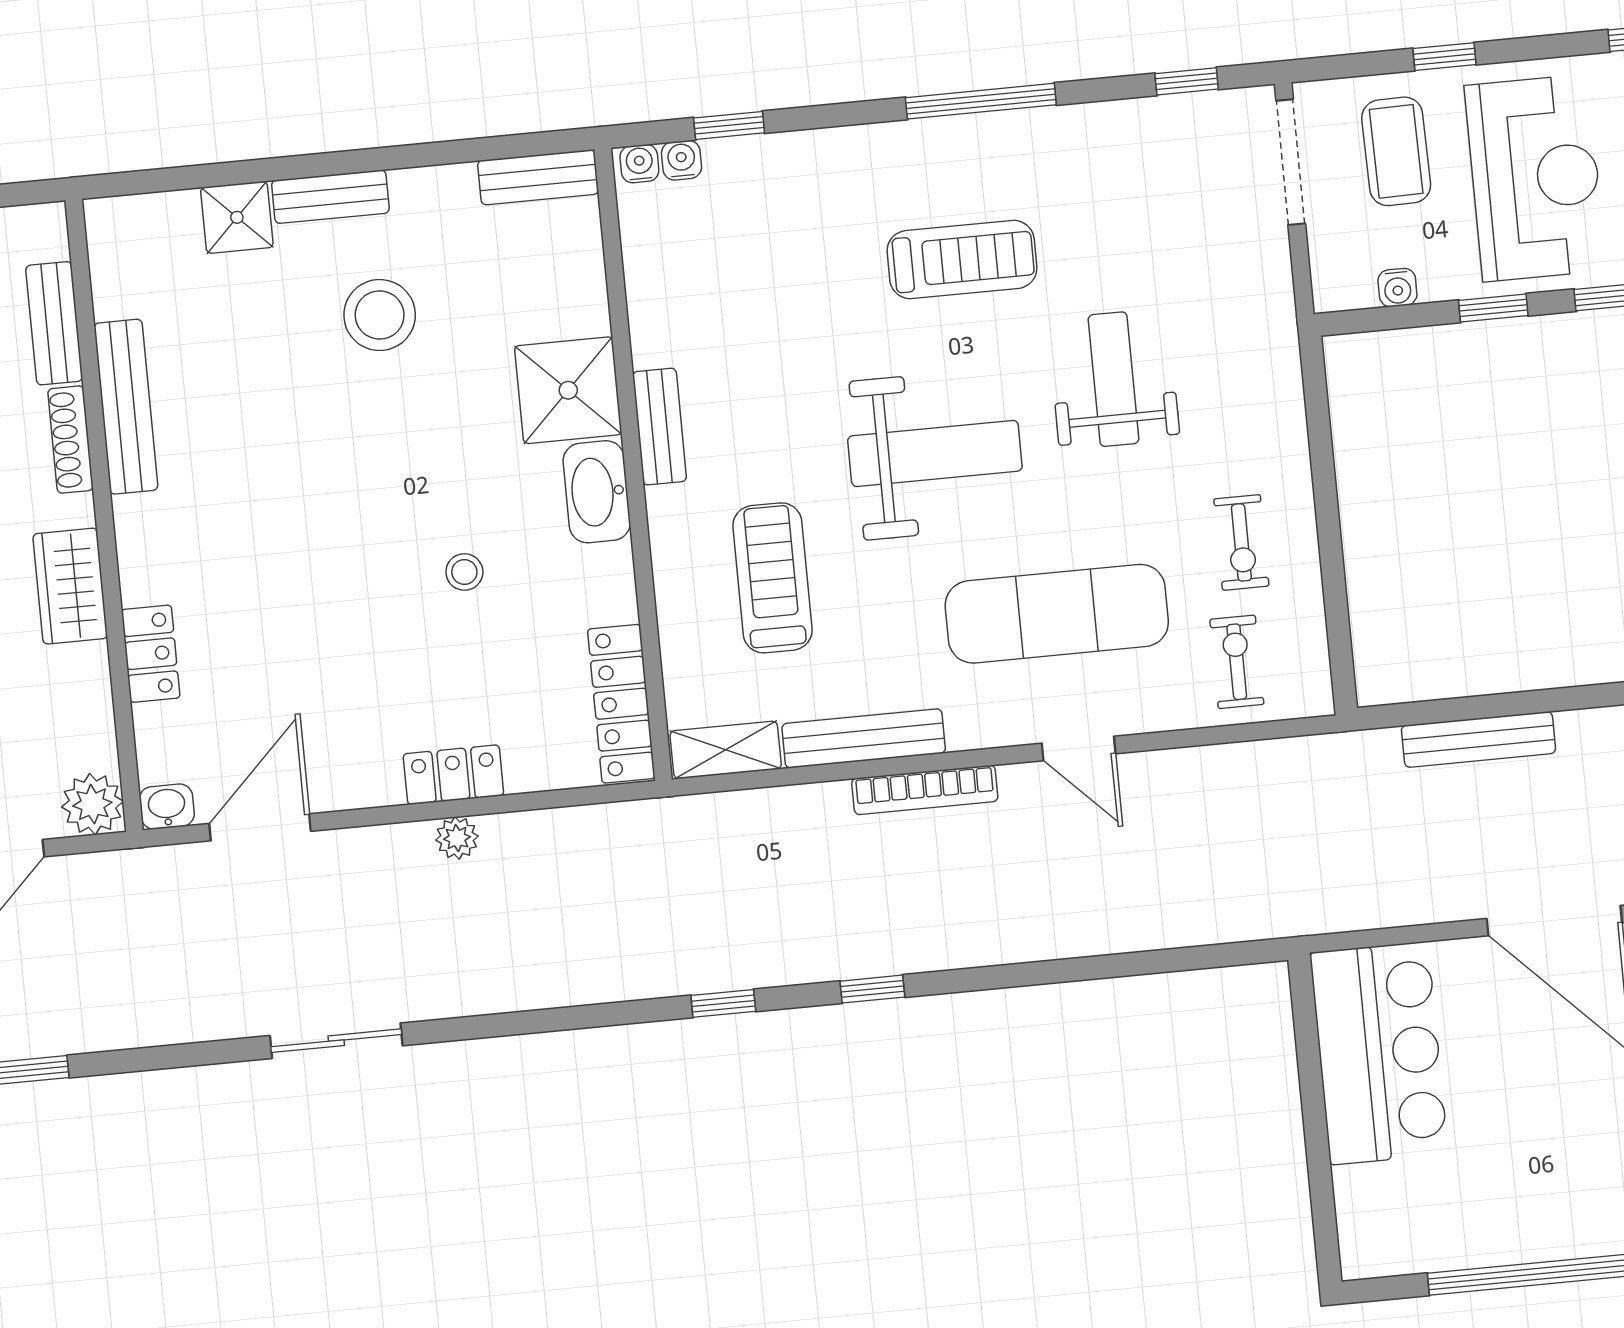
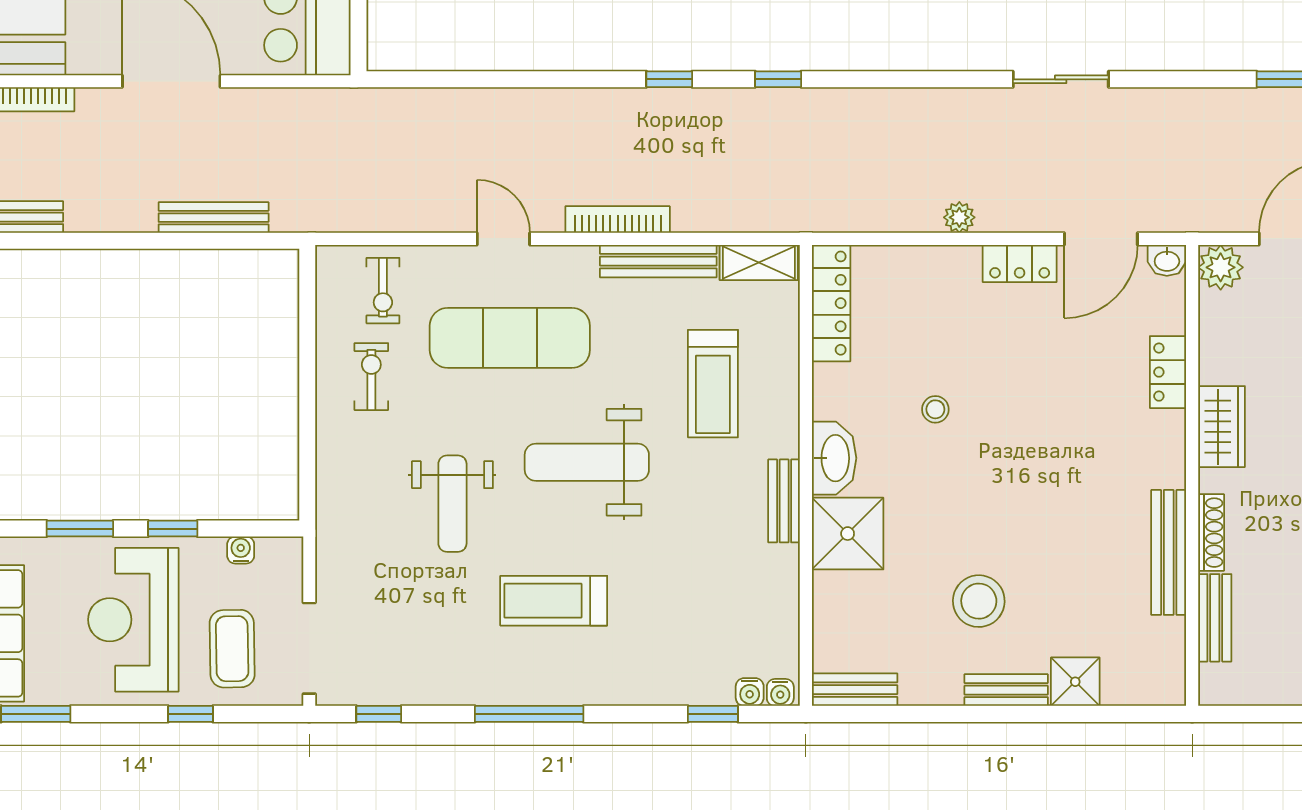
locker: (453, 775) -> (1020, 263), moved

